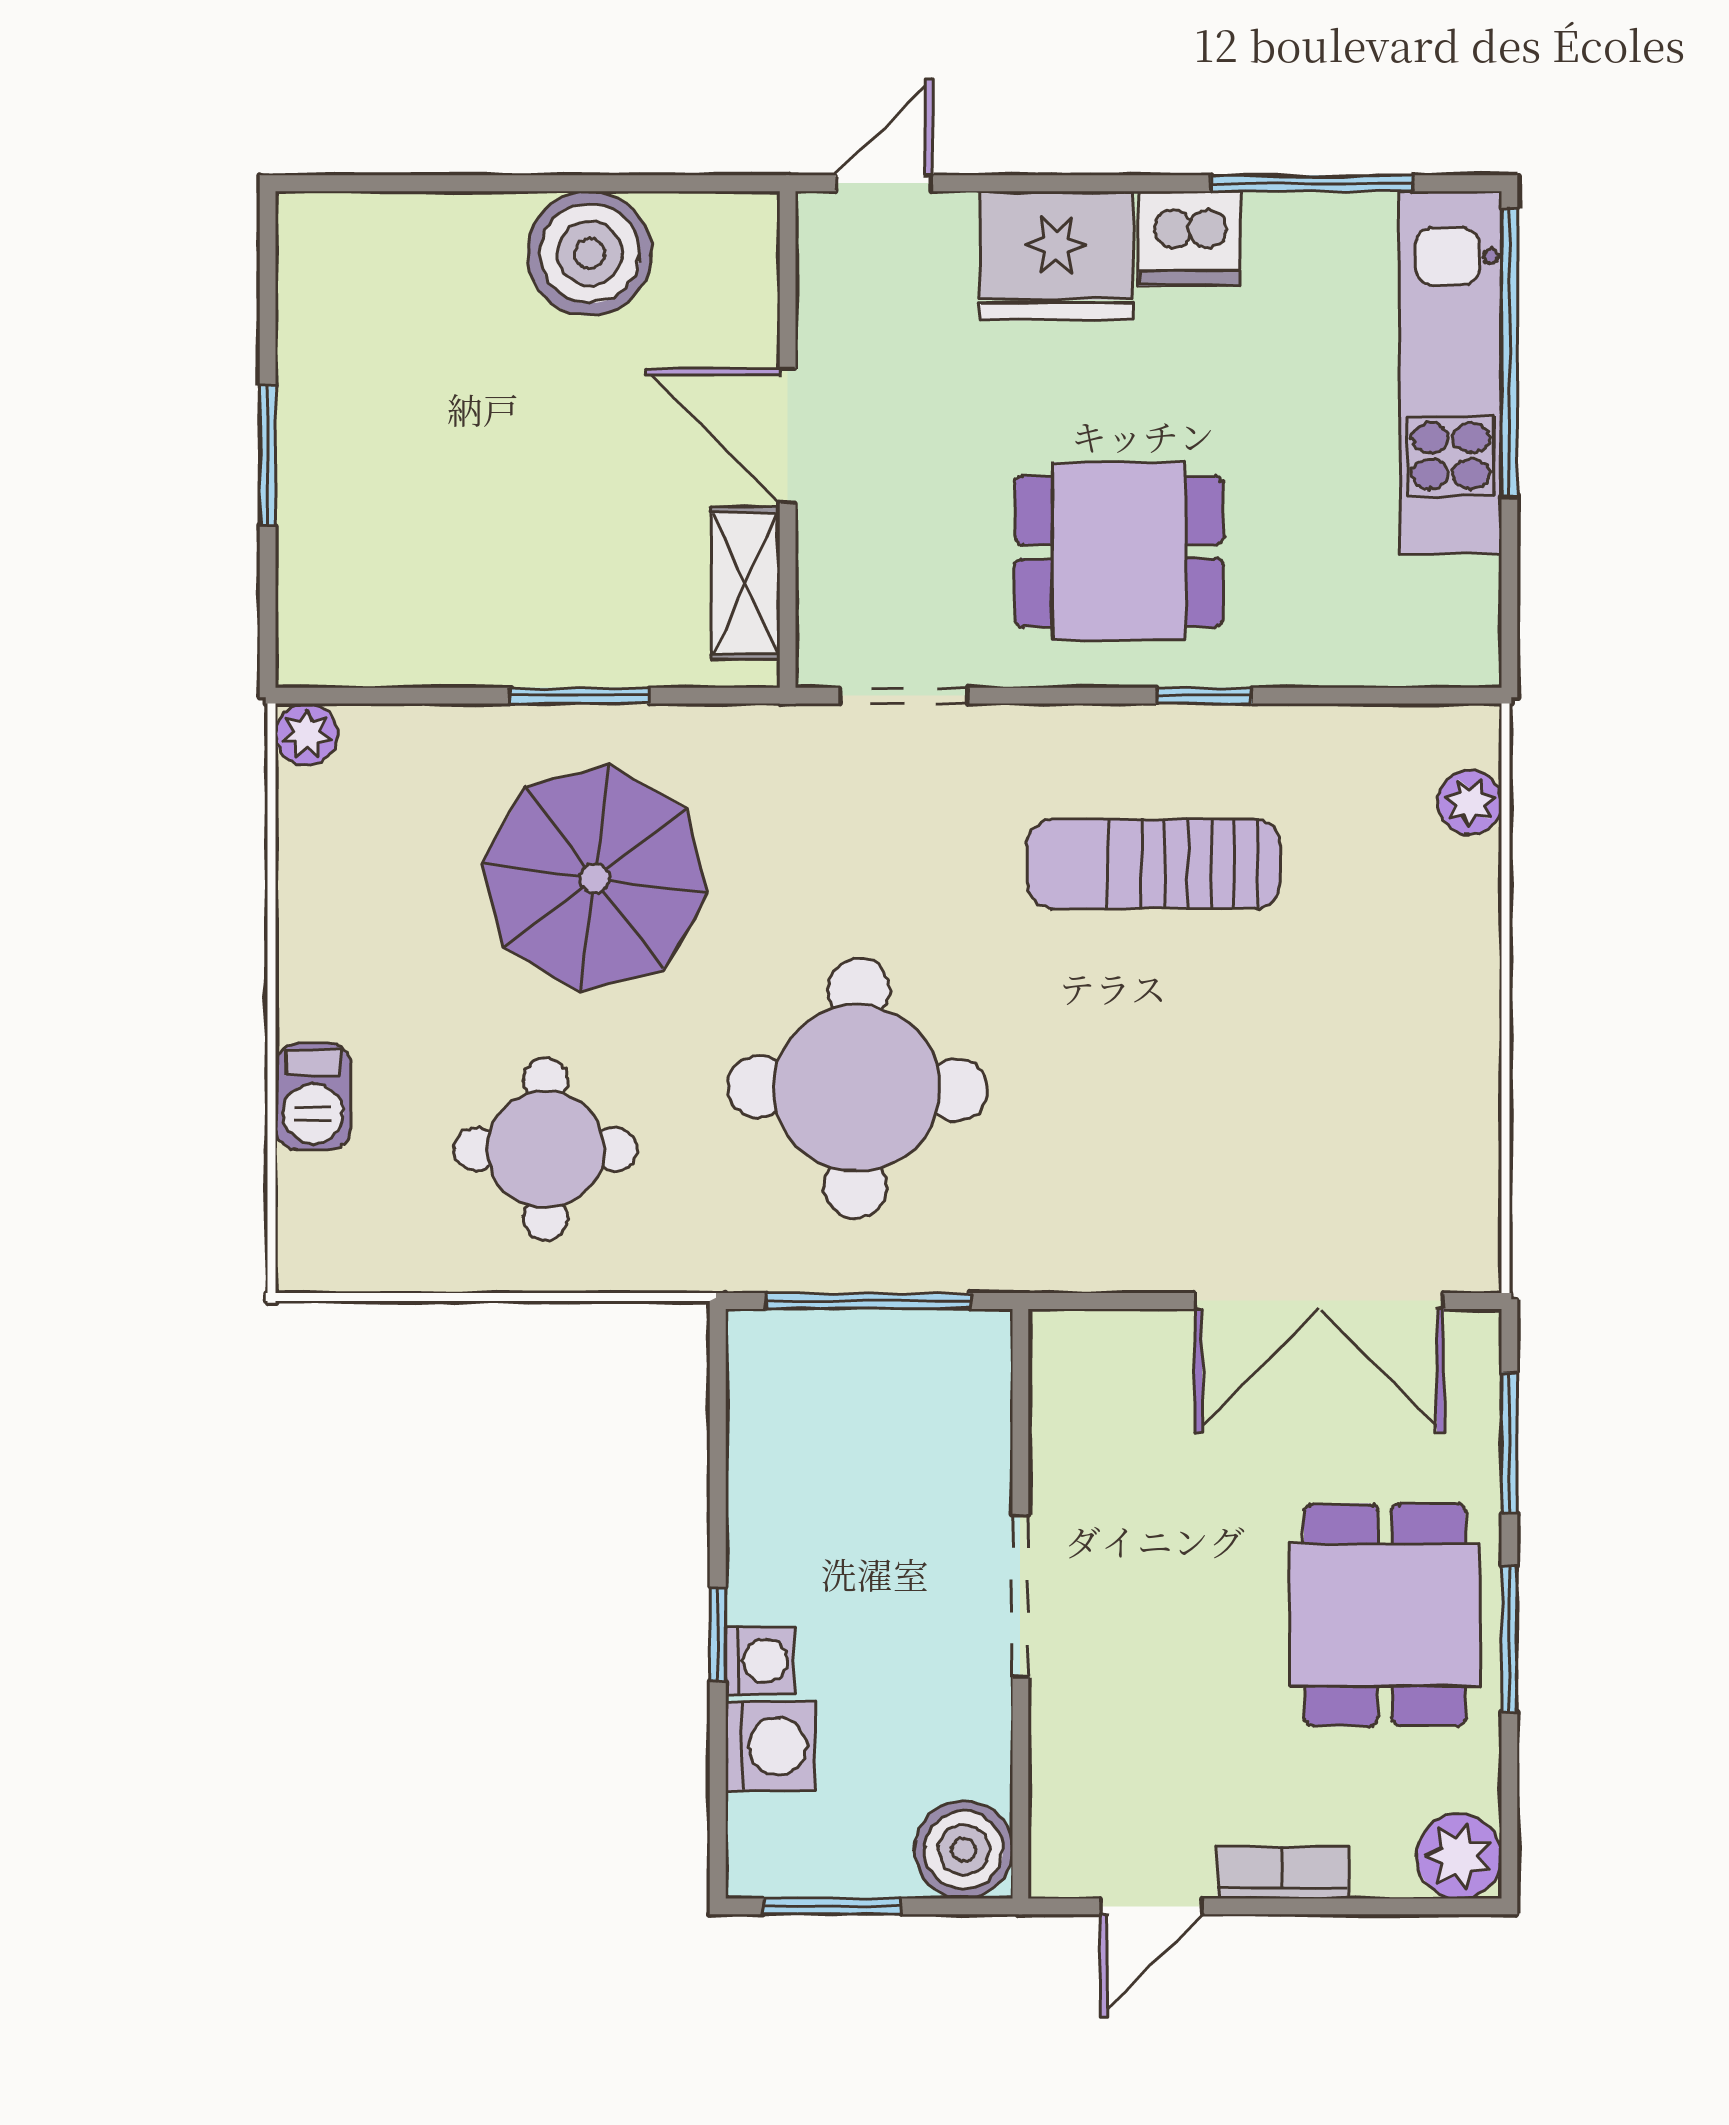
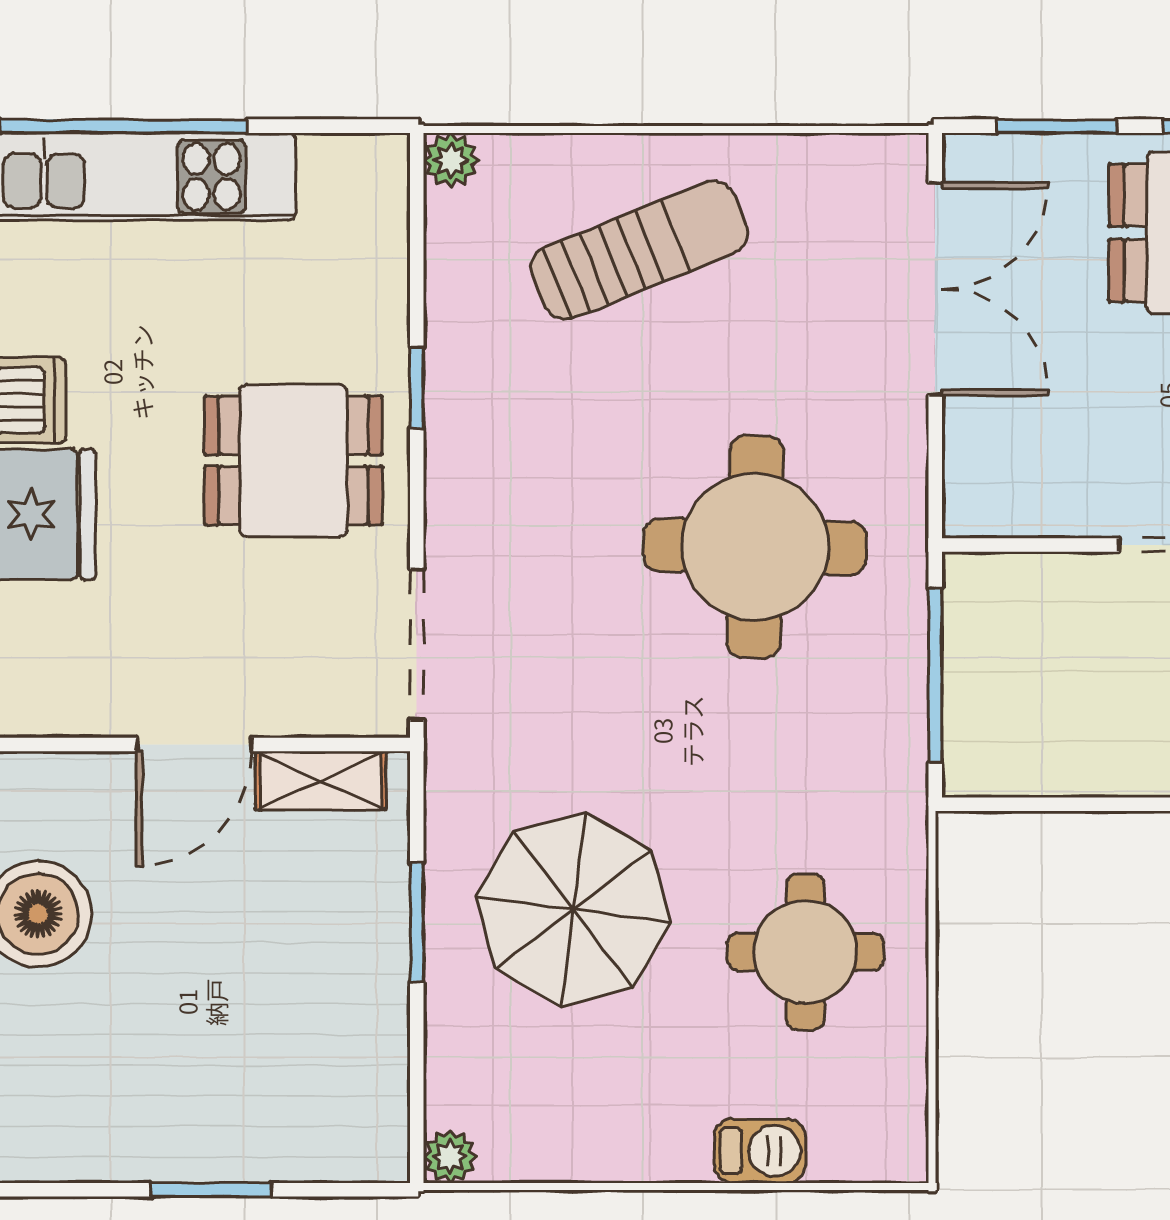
dining table: (1119, 552) -> (293, 461), turned 90
doorway: (904, 696) -> (417, 645), width x1.38
plant: (1470, 803) -> (451, 160), moved
sun lounger: (1154, 864) -> (639, 250), moved, turned -112
round table: (857, 1088) -> (755, 547), moved

